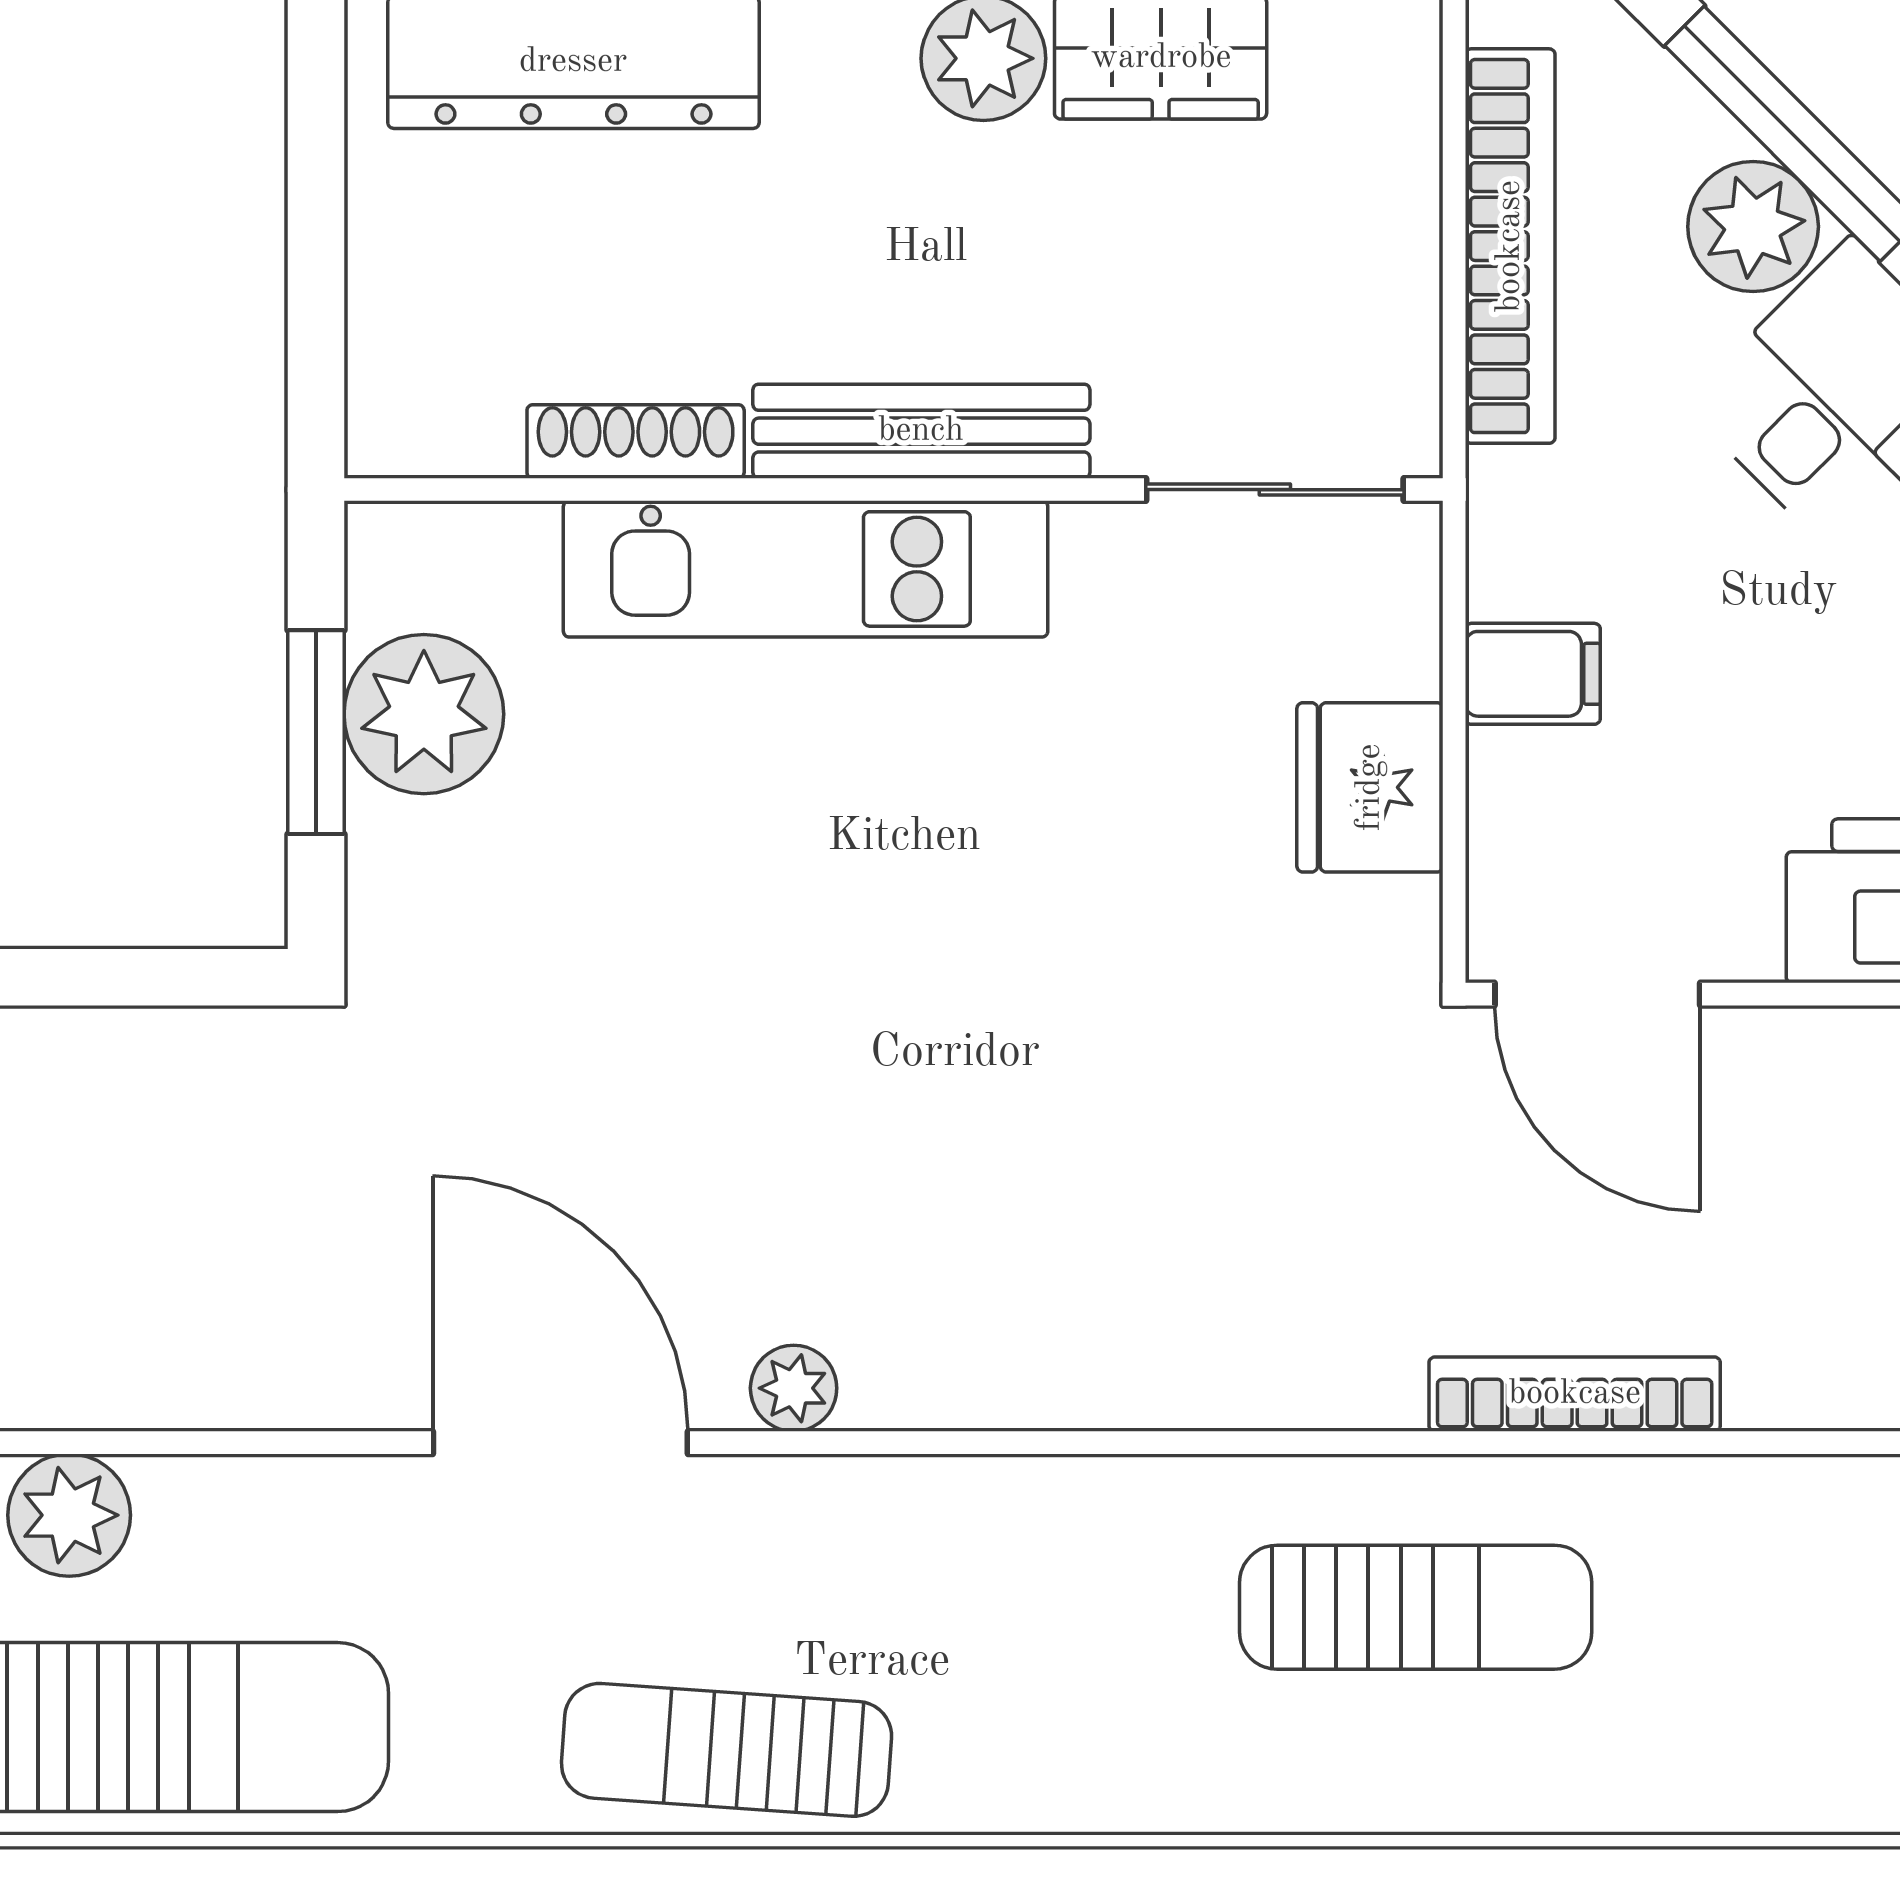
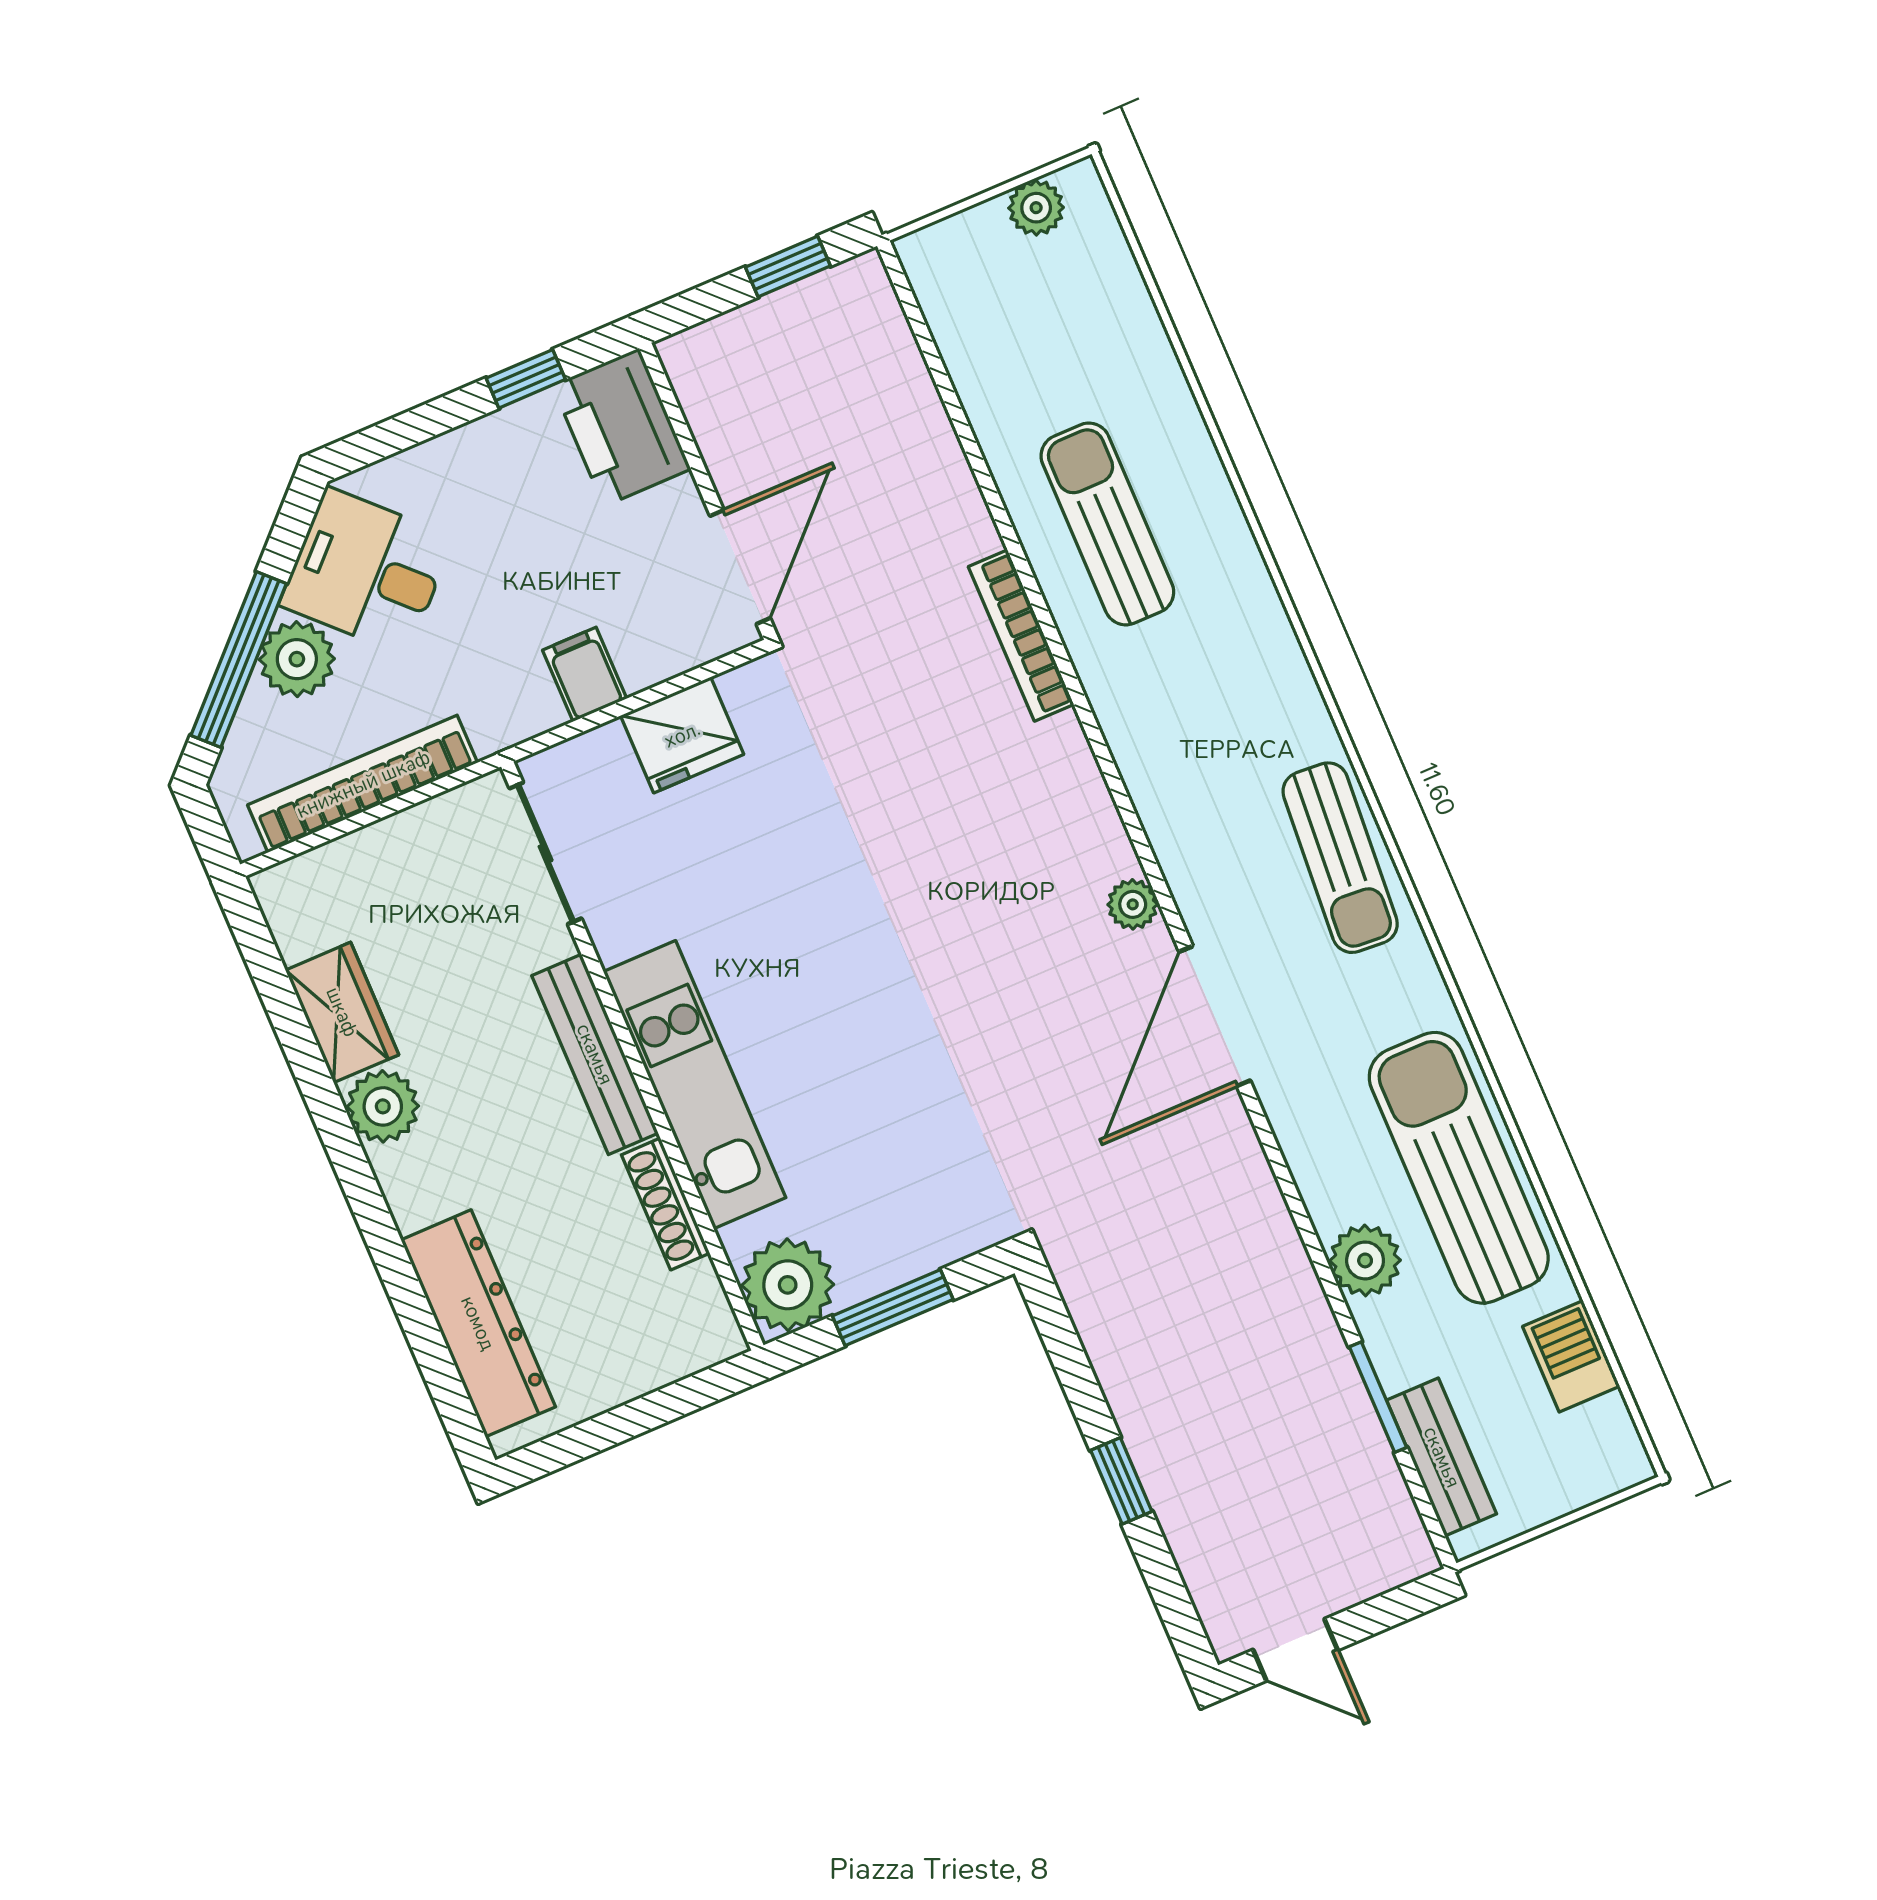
plant: (424, 714) -> (788, 1285), moved
bookcase: (1575, 1394) -> (1021, 635), moved

